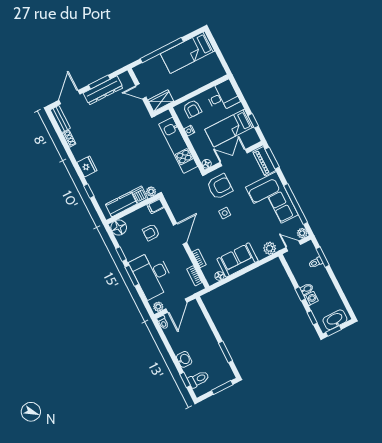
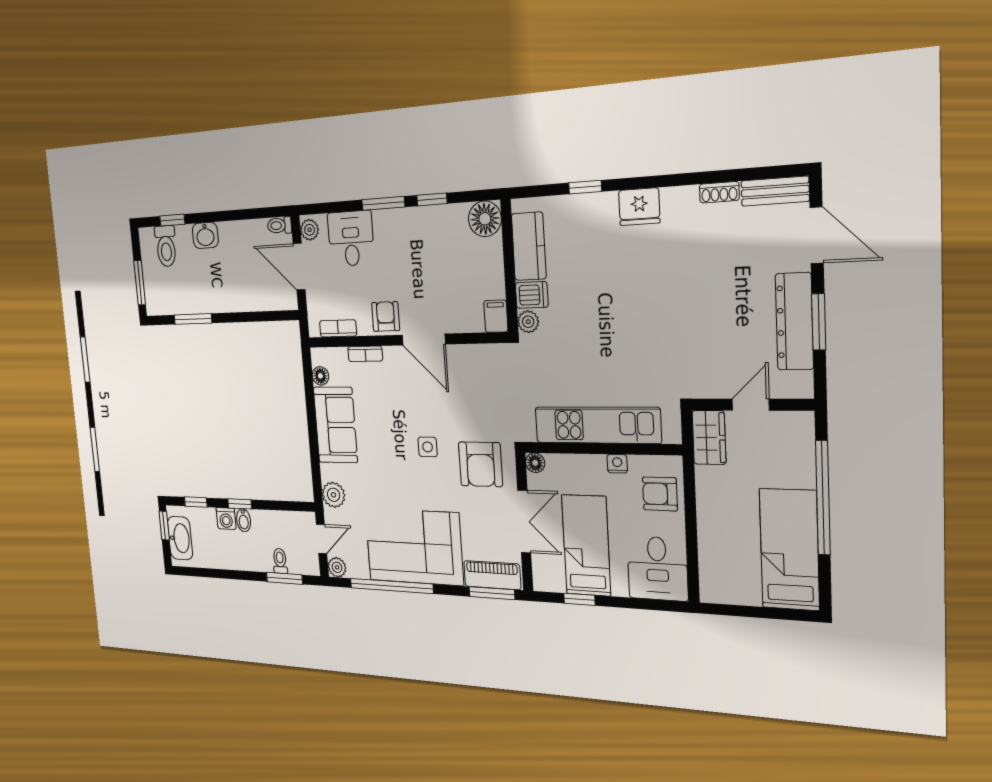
armchair: (151, 232) -> (386, 316), moved
desk: (152, 274) -> (351, 239), width x0.53, depth x0.77

